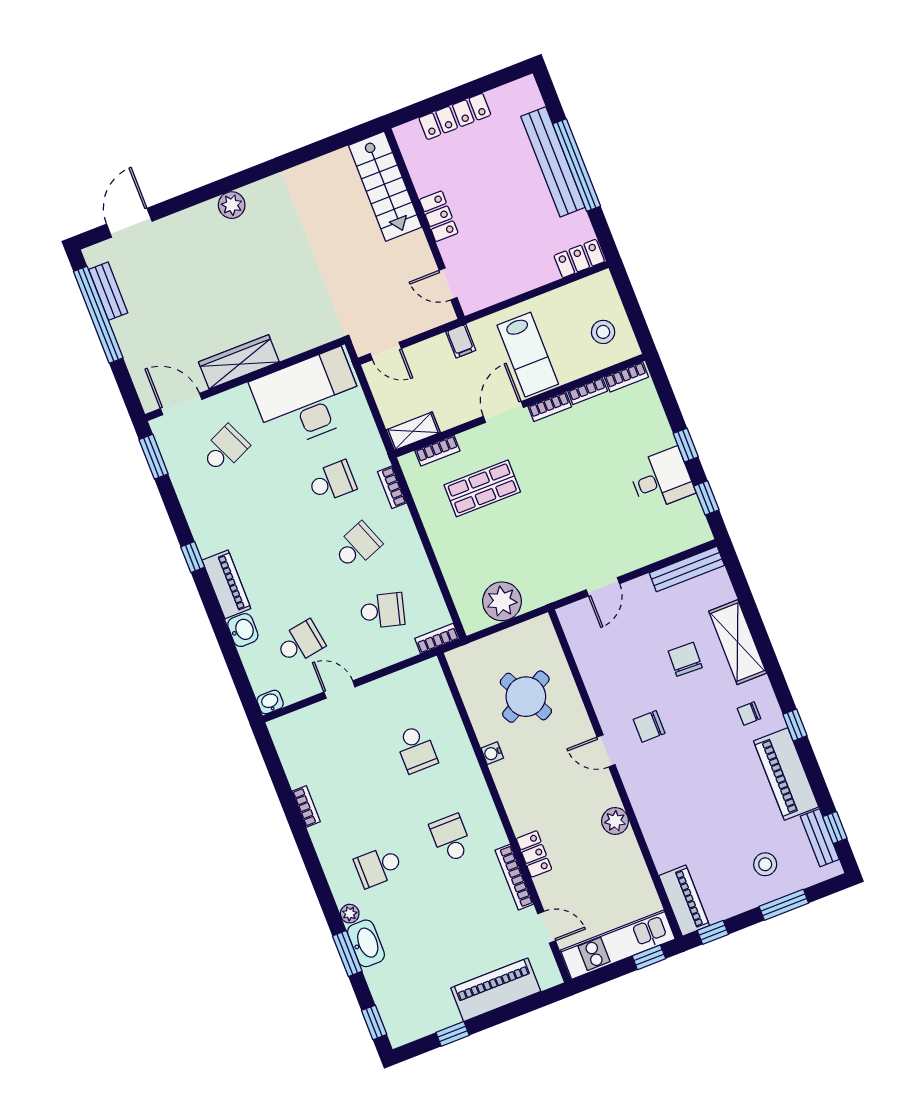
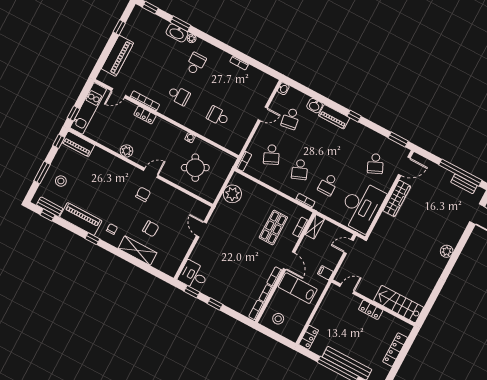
desk: (661, 479) -> (193, 275), moved, turned 90
bench: (687, 569) -> (177, 261), removed
school desk: (382, 611) -> (272, 155), turned -39

